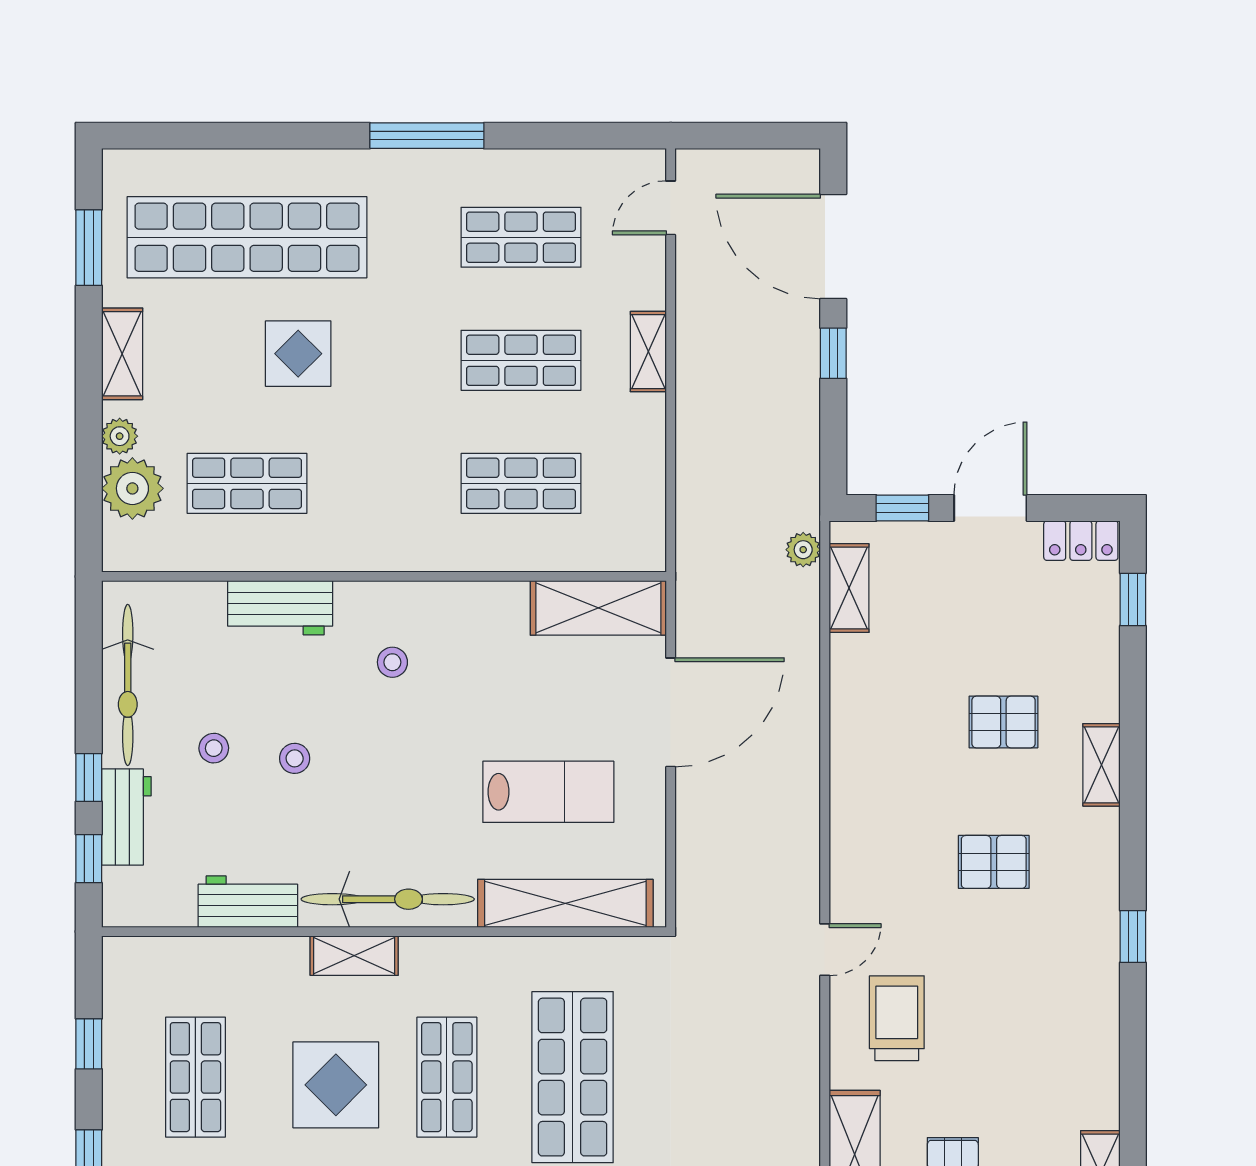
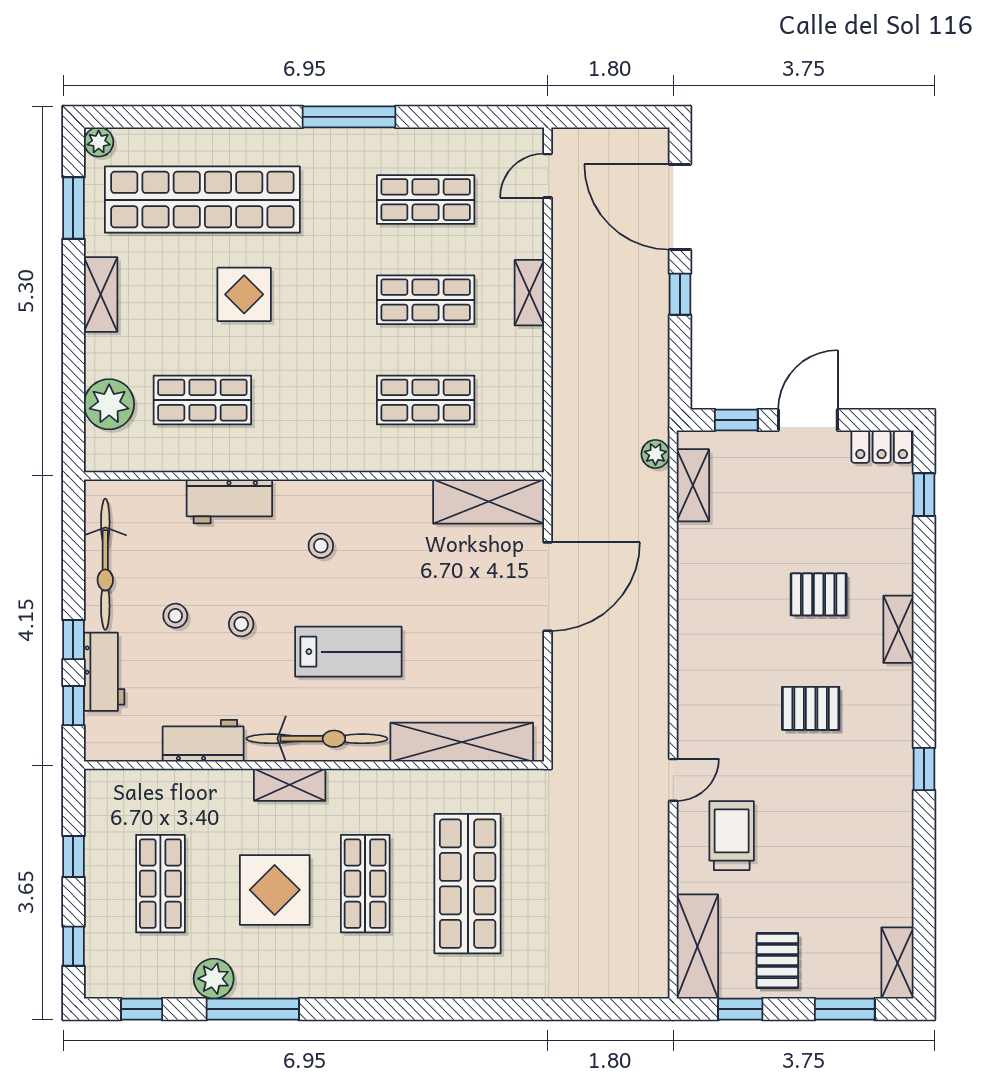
plant: (120, 436) -> (99, 142), moved
lab bench: (548, 792) -> (348, 652), moved

